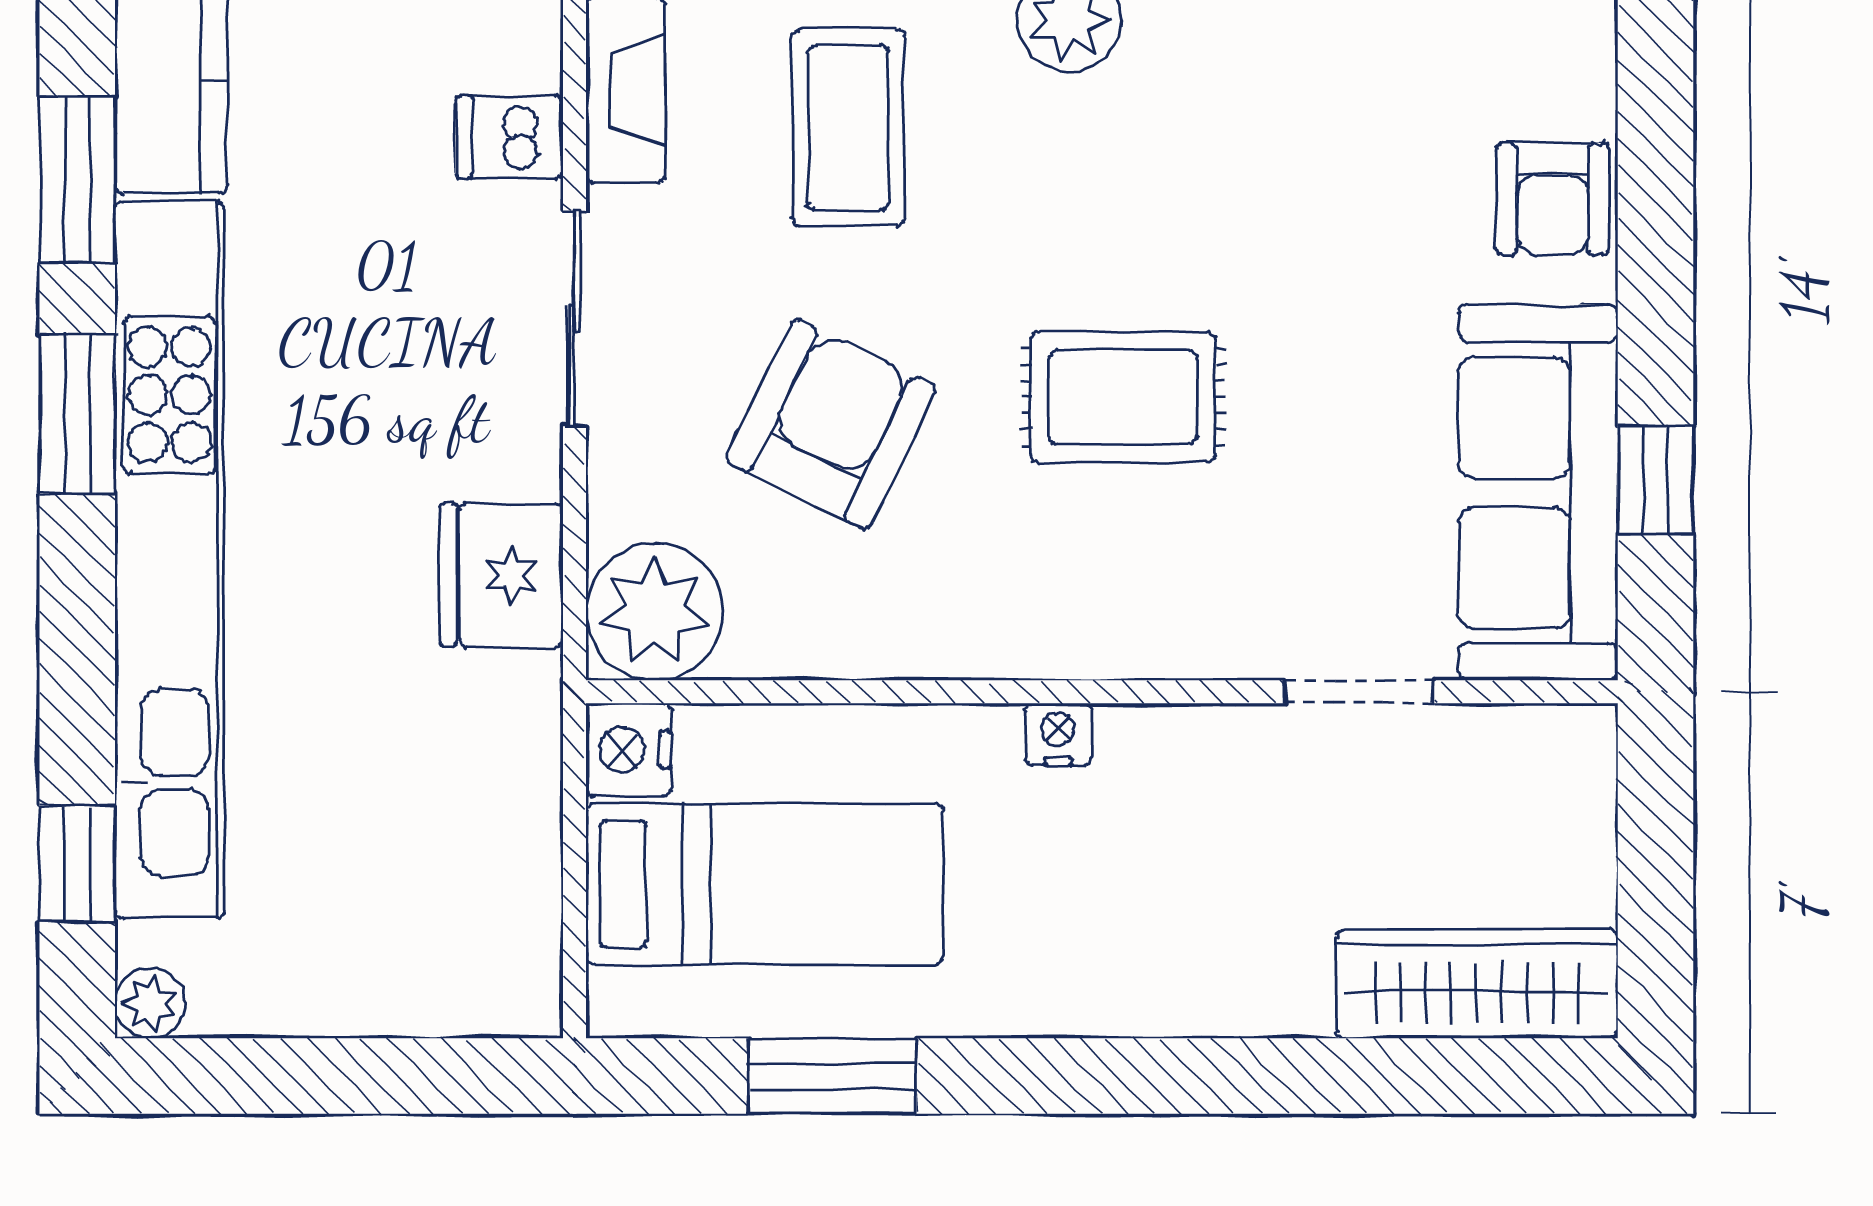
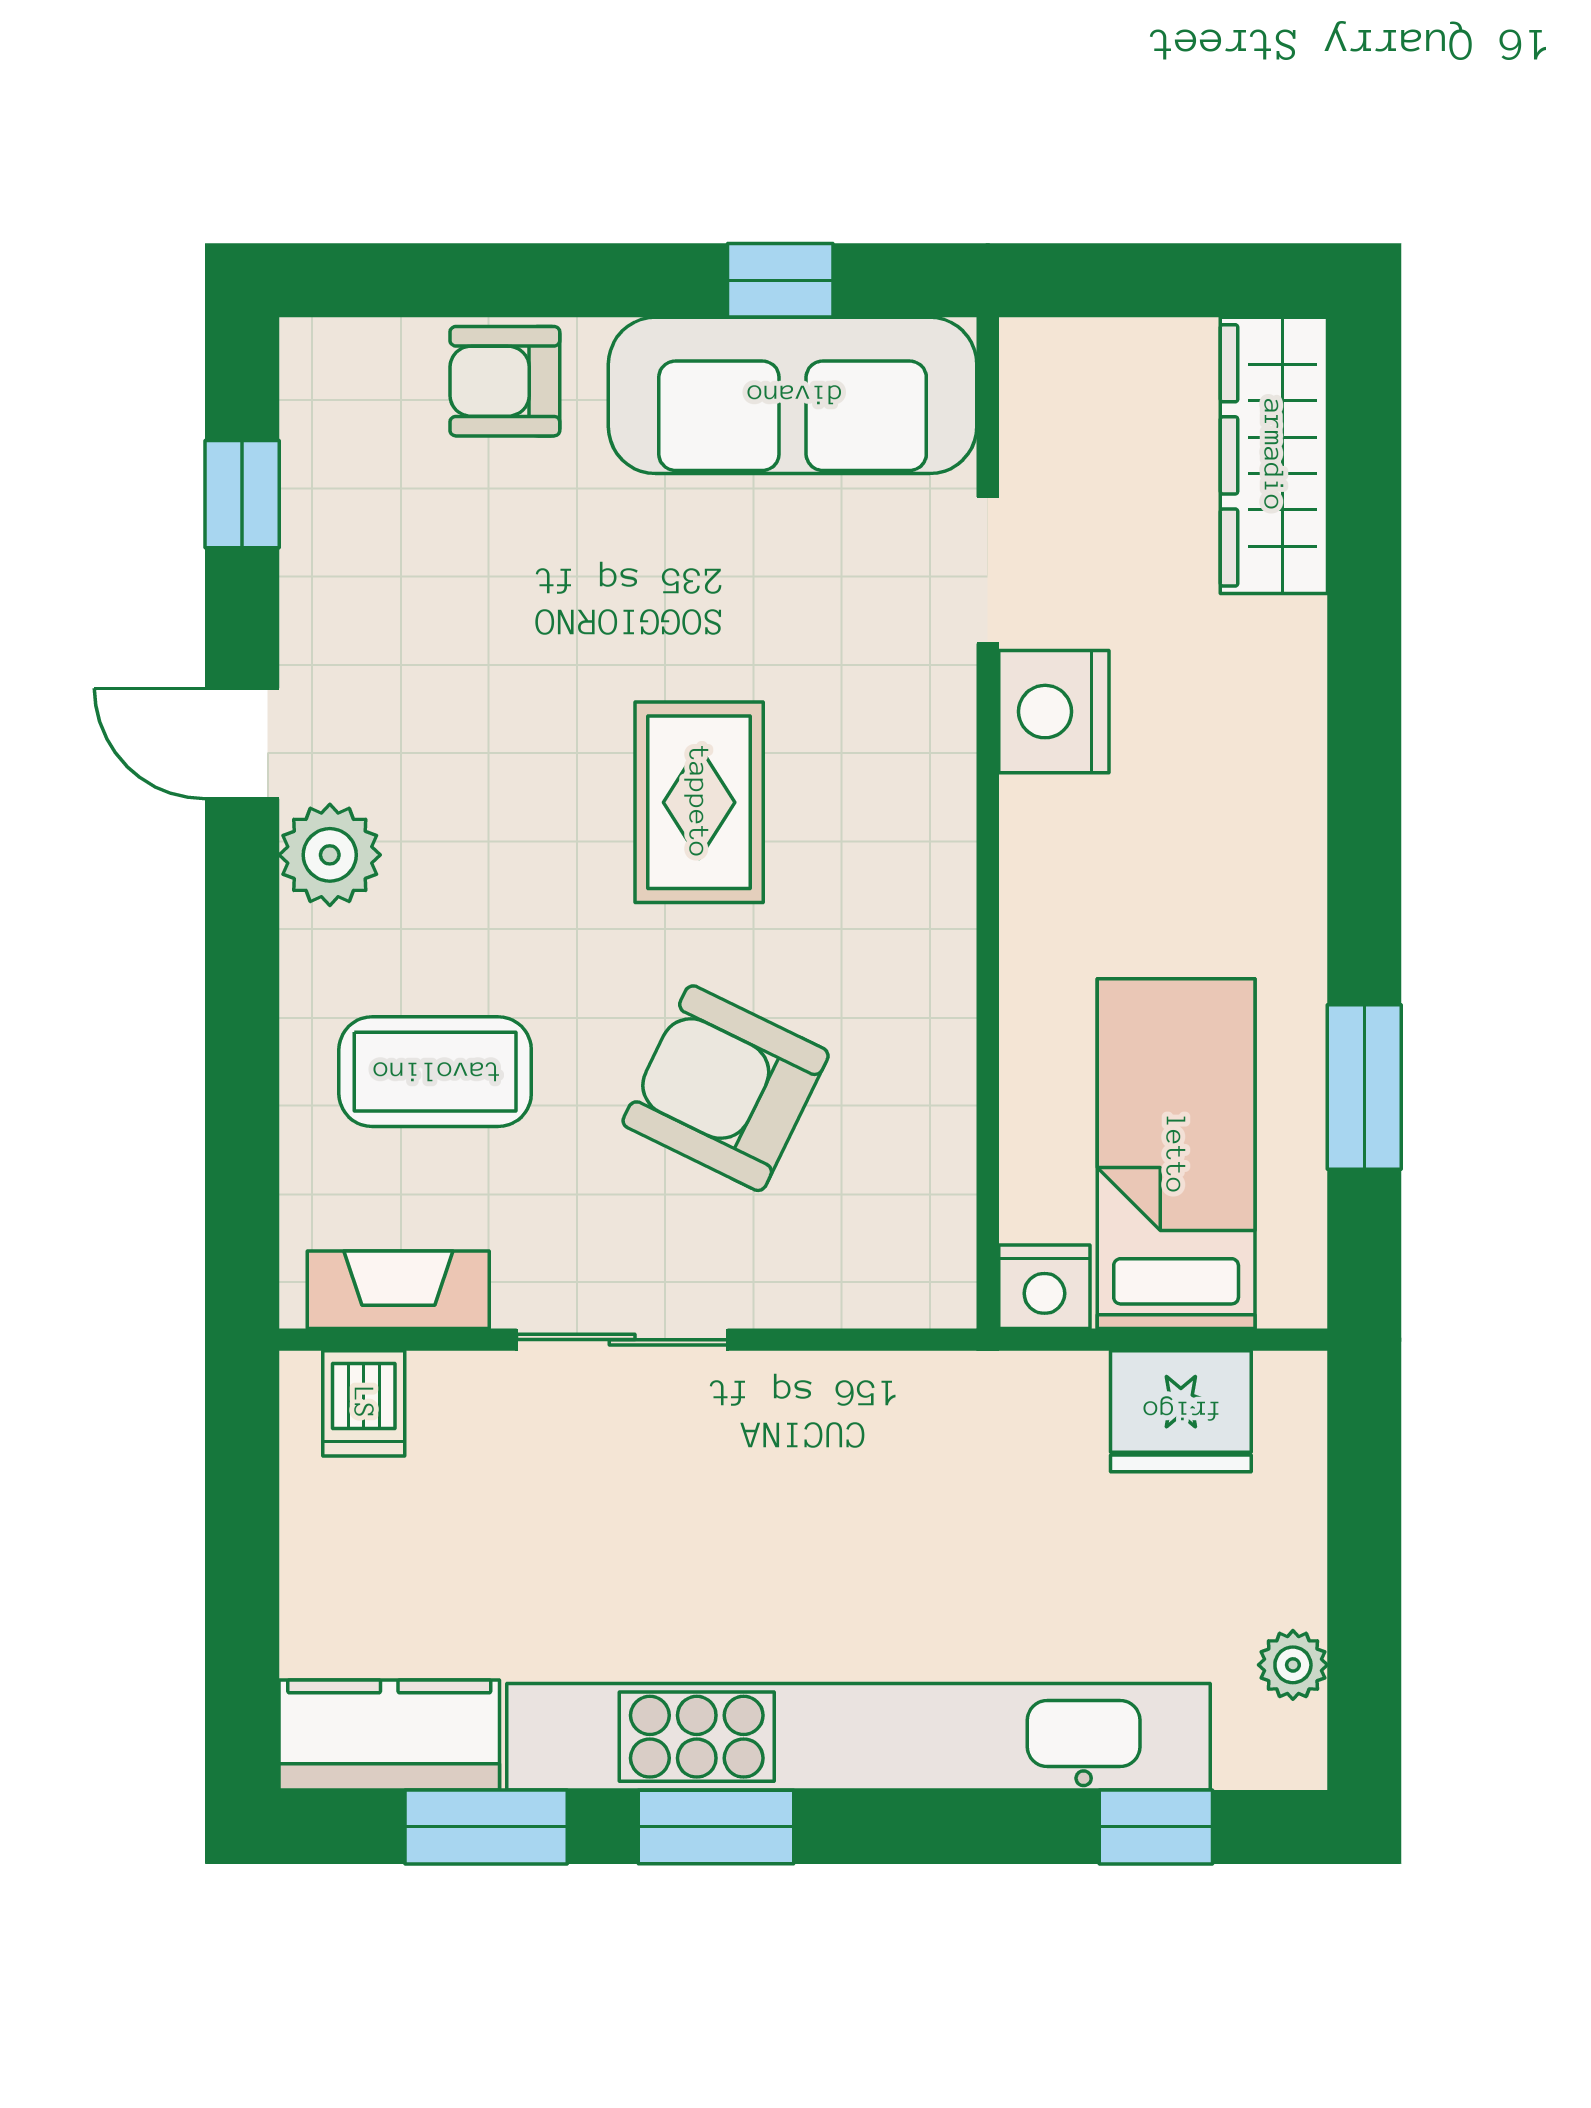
dishwasher: (509, 137) -> (364, 1403), moved
armchair: (1553, 199) -> (505, 381), turned 180
fridge: (501, 575) -> (1181, 1411), moved
plant: (654, 612) -> (909, 1261), removed
nightstand: (1058, 734) -> (1054, 712), moved, width x1.89, depth x1.79
plant: (150, 1003) -> (1293, 1665), moved

